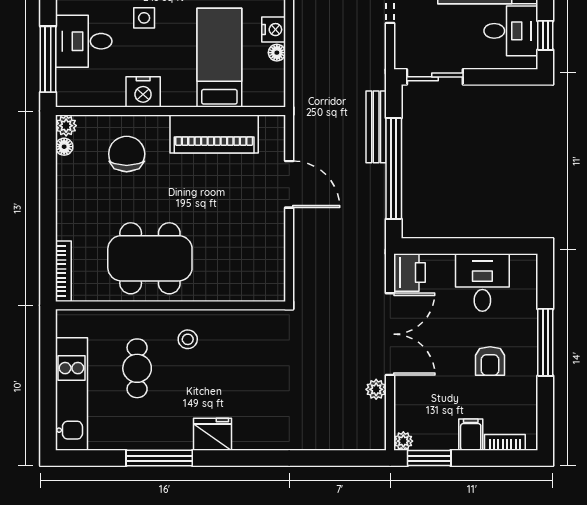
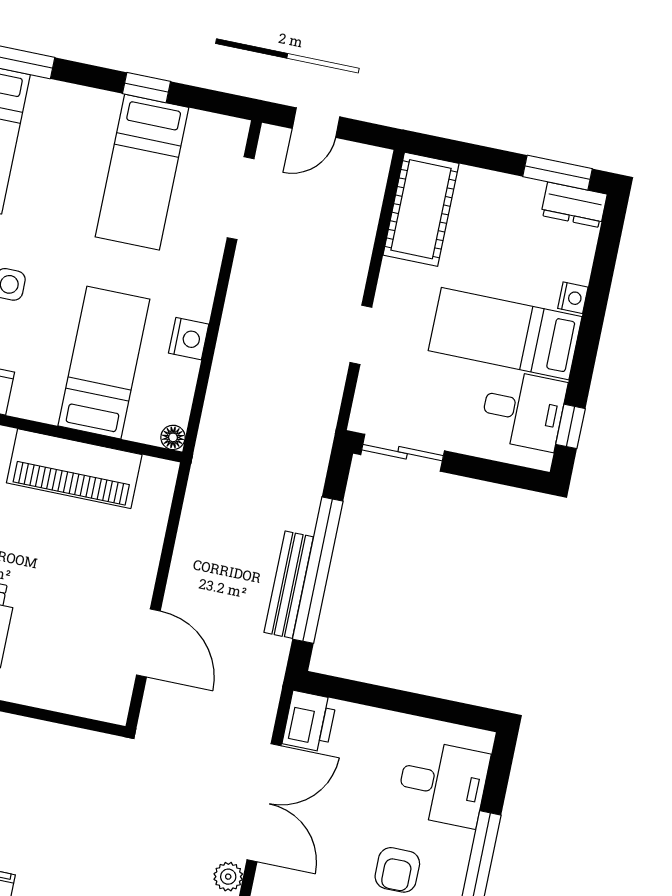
floor lamp: (277, 53) -> (173, 437), moved
bench: (376, 127) -> (289, 585), moved
door: (289, 184) -> (148, 643), moved
desk: (482, 282) -> (443, 784), moved, turned 90

